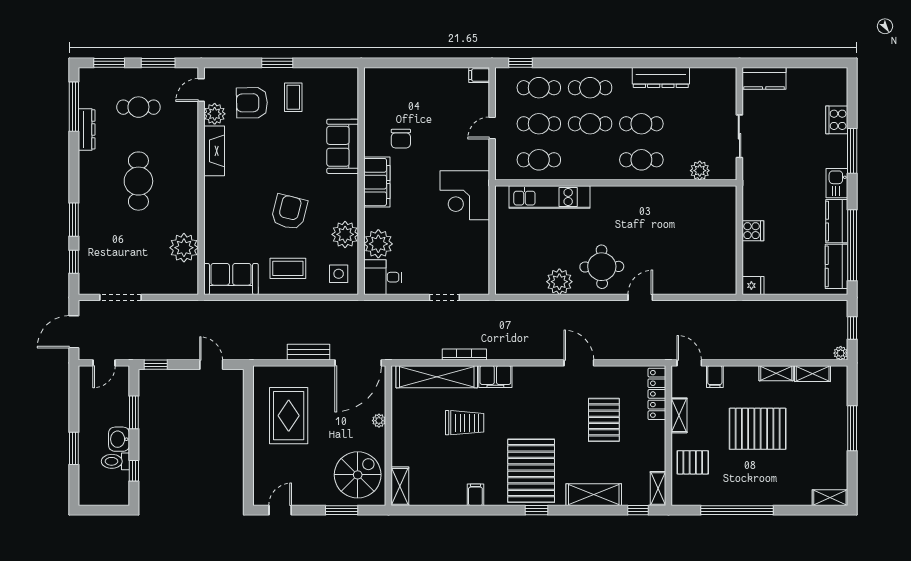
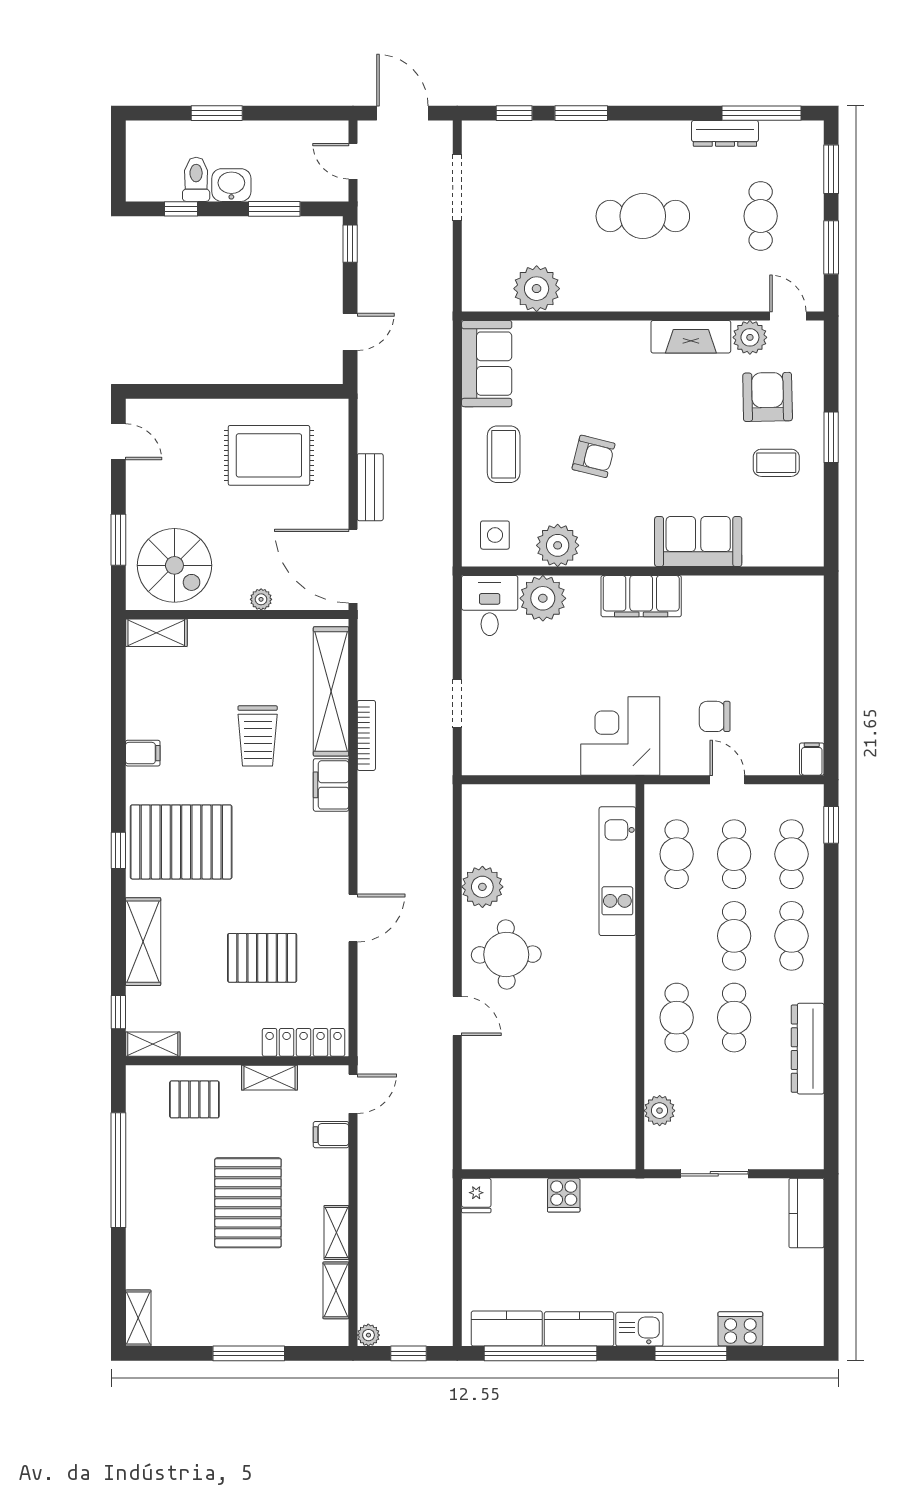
chair: (401, 139) -> (715, 716), moved
armchair: (289, 212) -> (594, 456), width x0.72, depth x0.72
pallet: (693, 462) -> (194, 1099), turned 90

